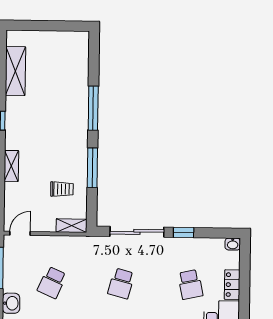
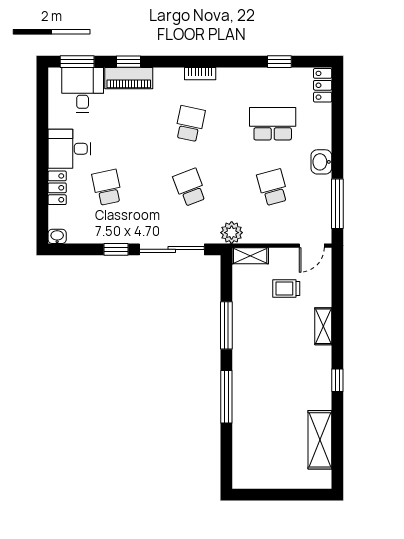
trolley: (62, 189) -> (286, 288), moved
plant: (87, 245) -> (232, 233), added
school desk: (52, 283) -> (273, 187), turned -39
school desk: (121, 283) -> (190, 187), turned -36

